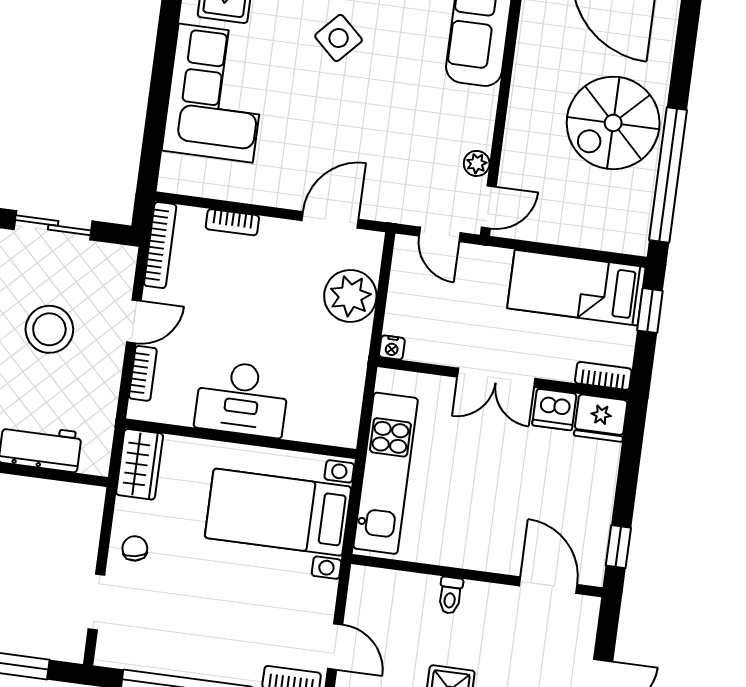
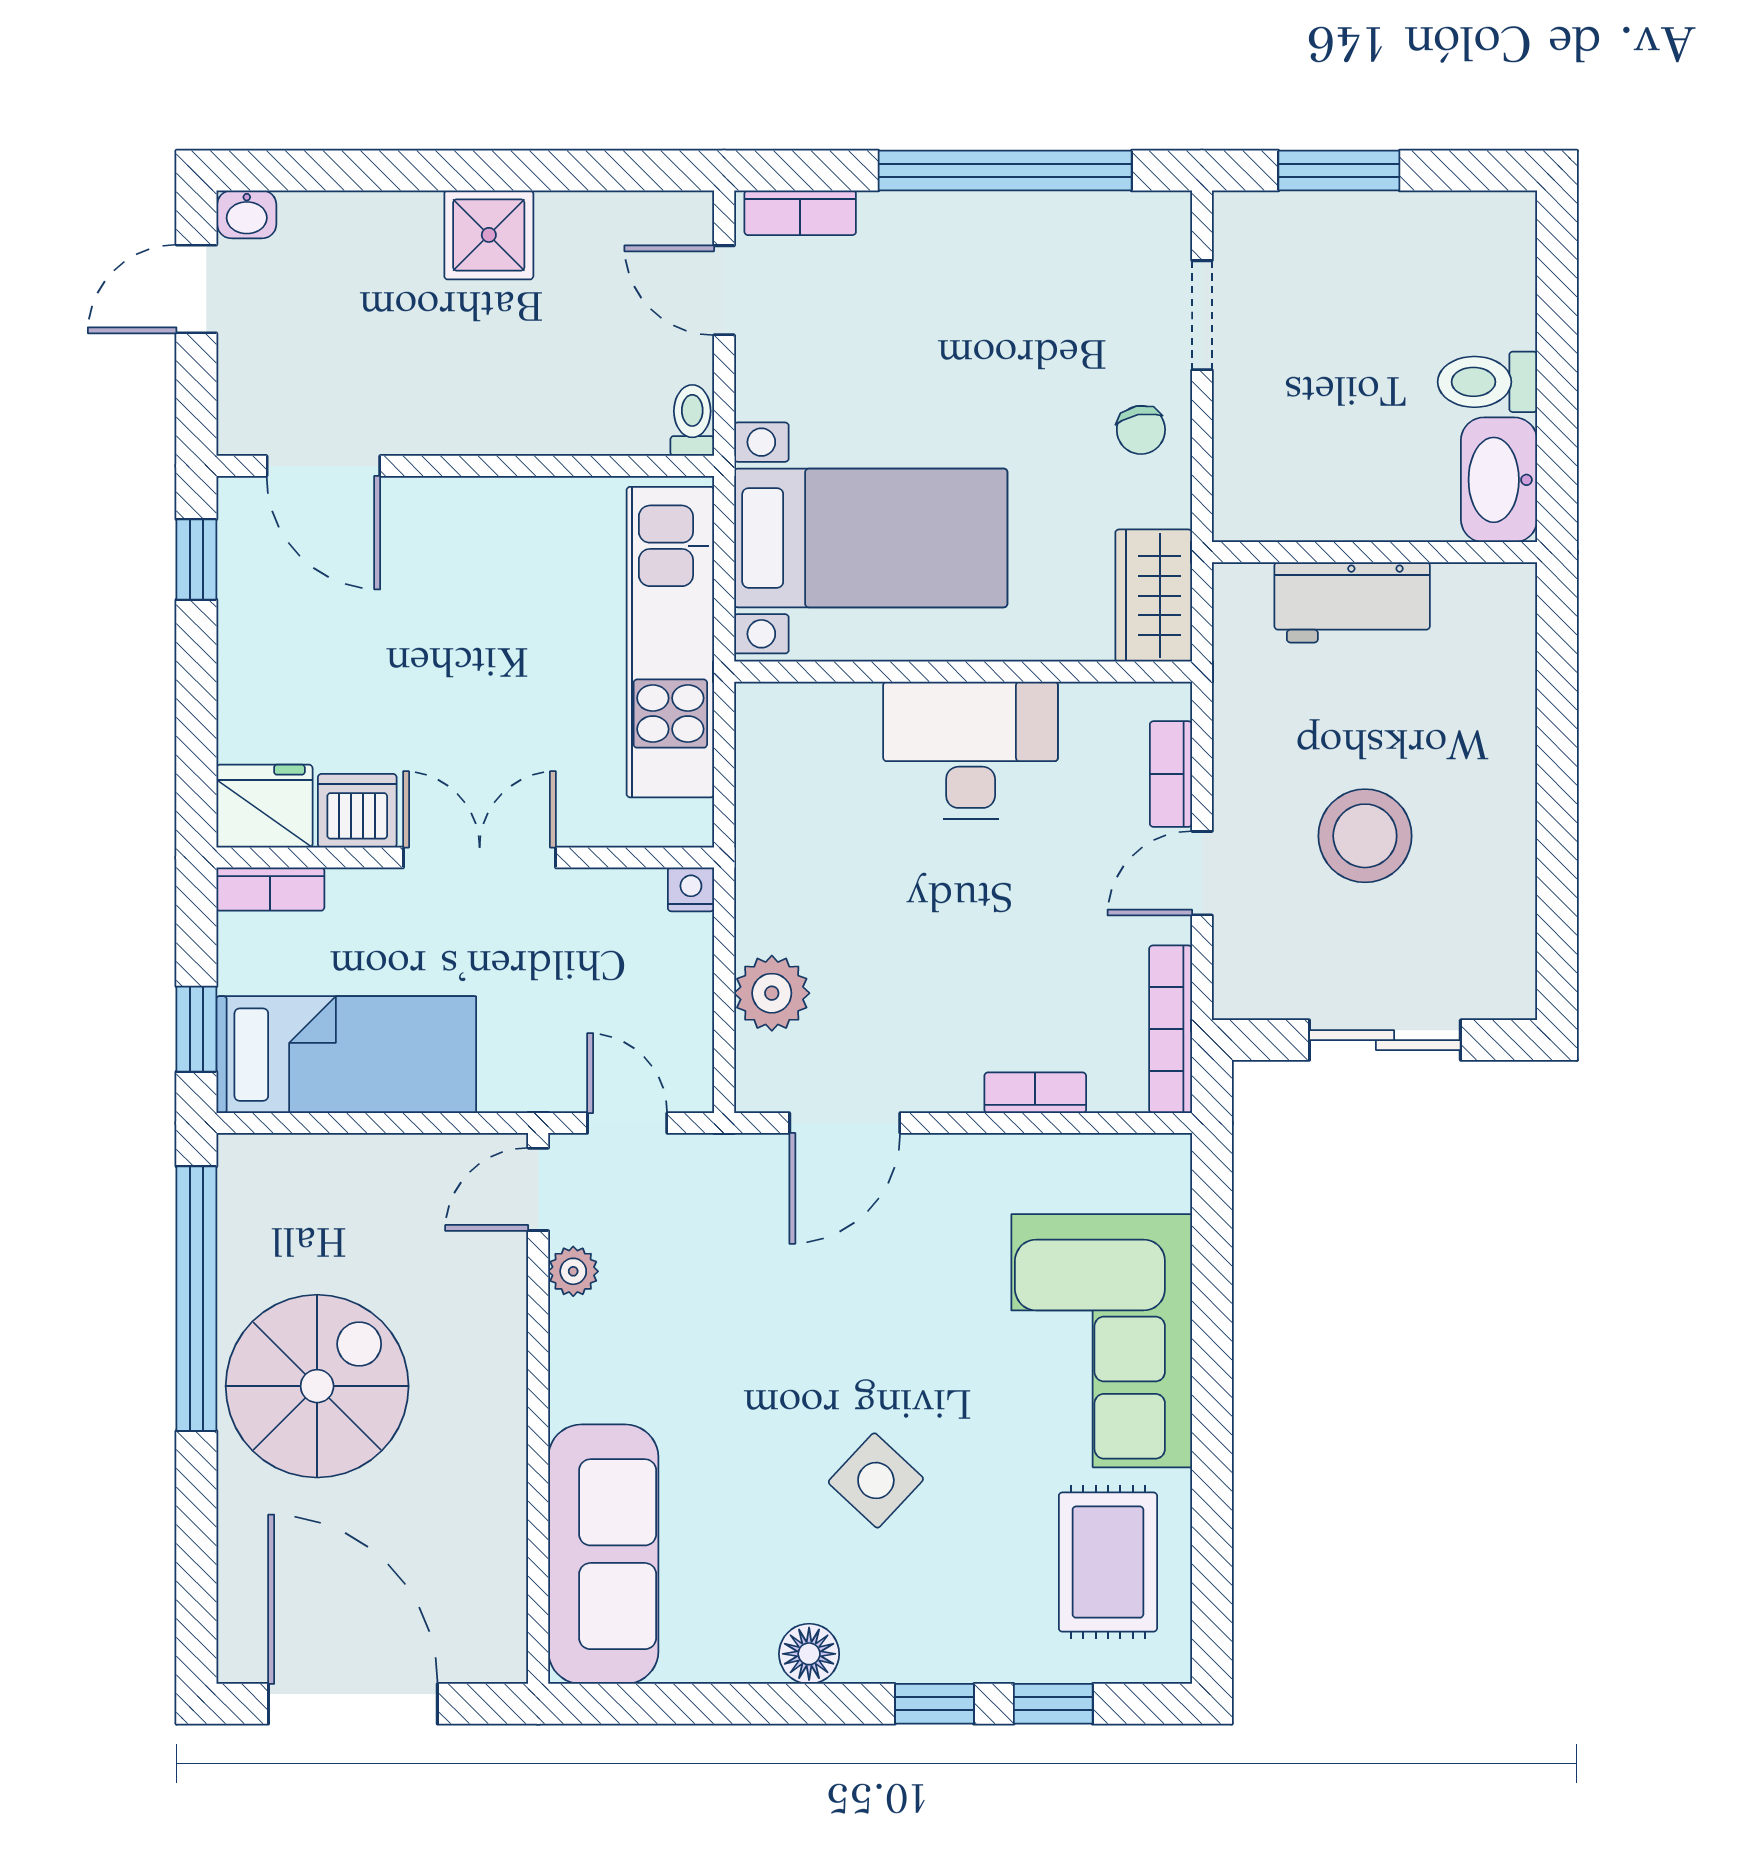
plant: (350, 296) -> (772, 993), width x0.73, depth x0.73
toilet: (450, 595) -> (692, 420), moved

